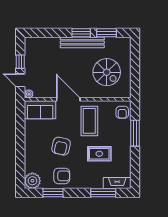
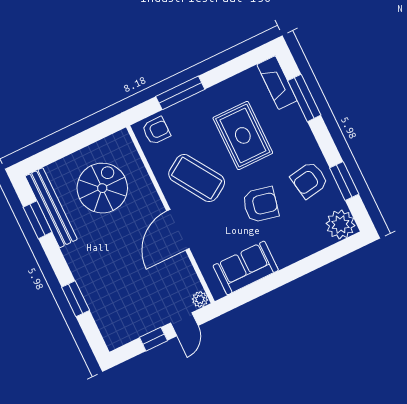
window: (81, 33) -> (76, 299), moved
bench: (82, 42) -> (51, 208), moved
sofa: (40, 110) -> (246, 268), moved, turned -90
coffee table: (89, 121) -> (197, 178), turned 57
rug: (99, 154) -> (243, 135), width x1.36, depth x1.43
armchair: (62, 176) -> (309, 180), turned -100

